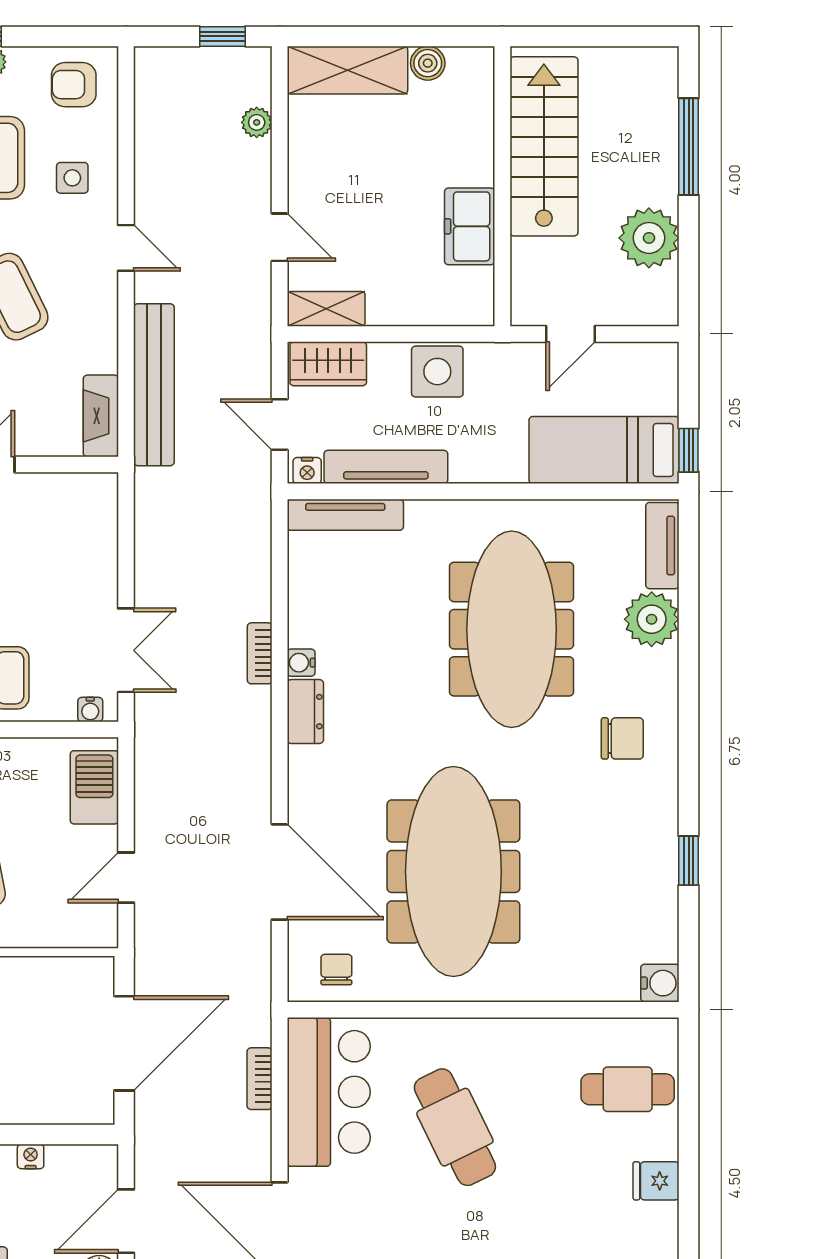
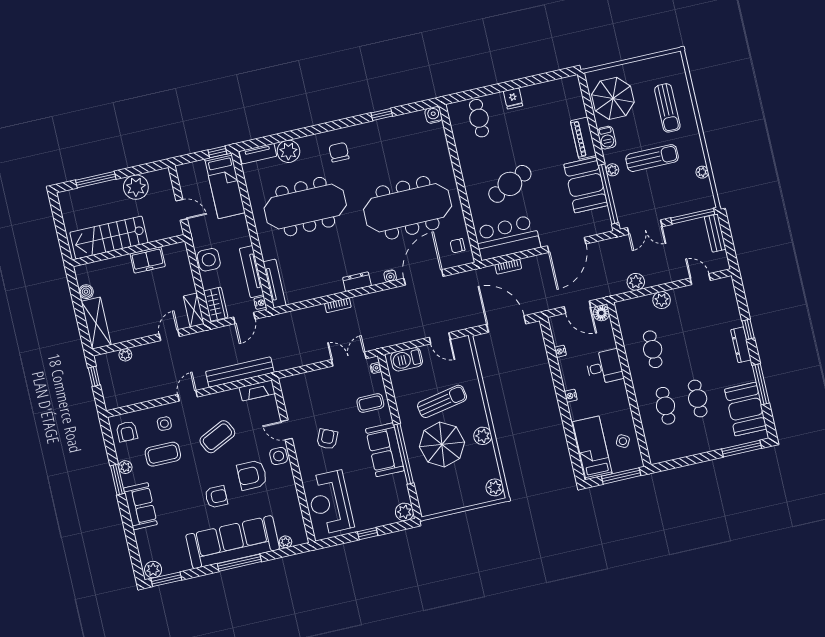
water cooler: (301, 663) -> (390, 276), moved

